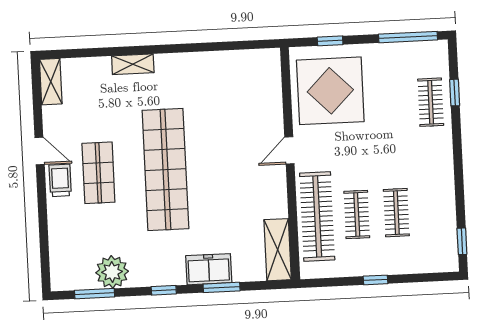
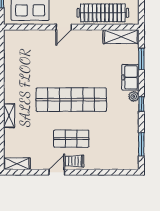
door: (289, 150) -> (64, 27), hinge flipped
plant: (112, 272) -> (134, 96), moved, width x0.53, depth x0.53
window: (222, 287) -> (141, 59), moved

